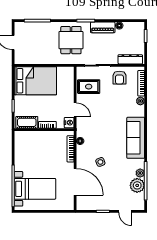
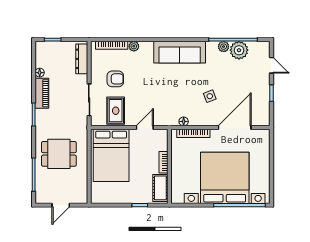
dining table: (71, 40) -> (59, 154), moved
armchair: (119, 78) -> (115, 79), moved
bed: (35, 81) -> (111, 155), moved, turned 180
nightstand: (69, 123) -> (161, 135), removed
bed with nightstands: (35, 189) -> (225, 178), width x1.85
door: (125, 211) -> (271, 65), hinge flipped

